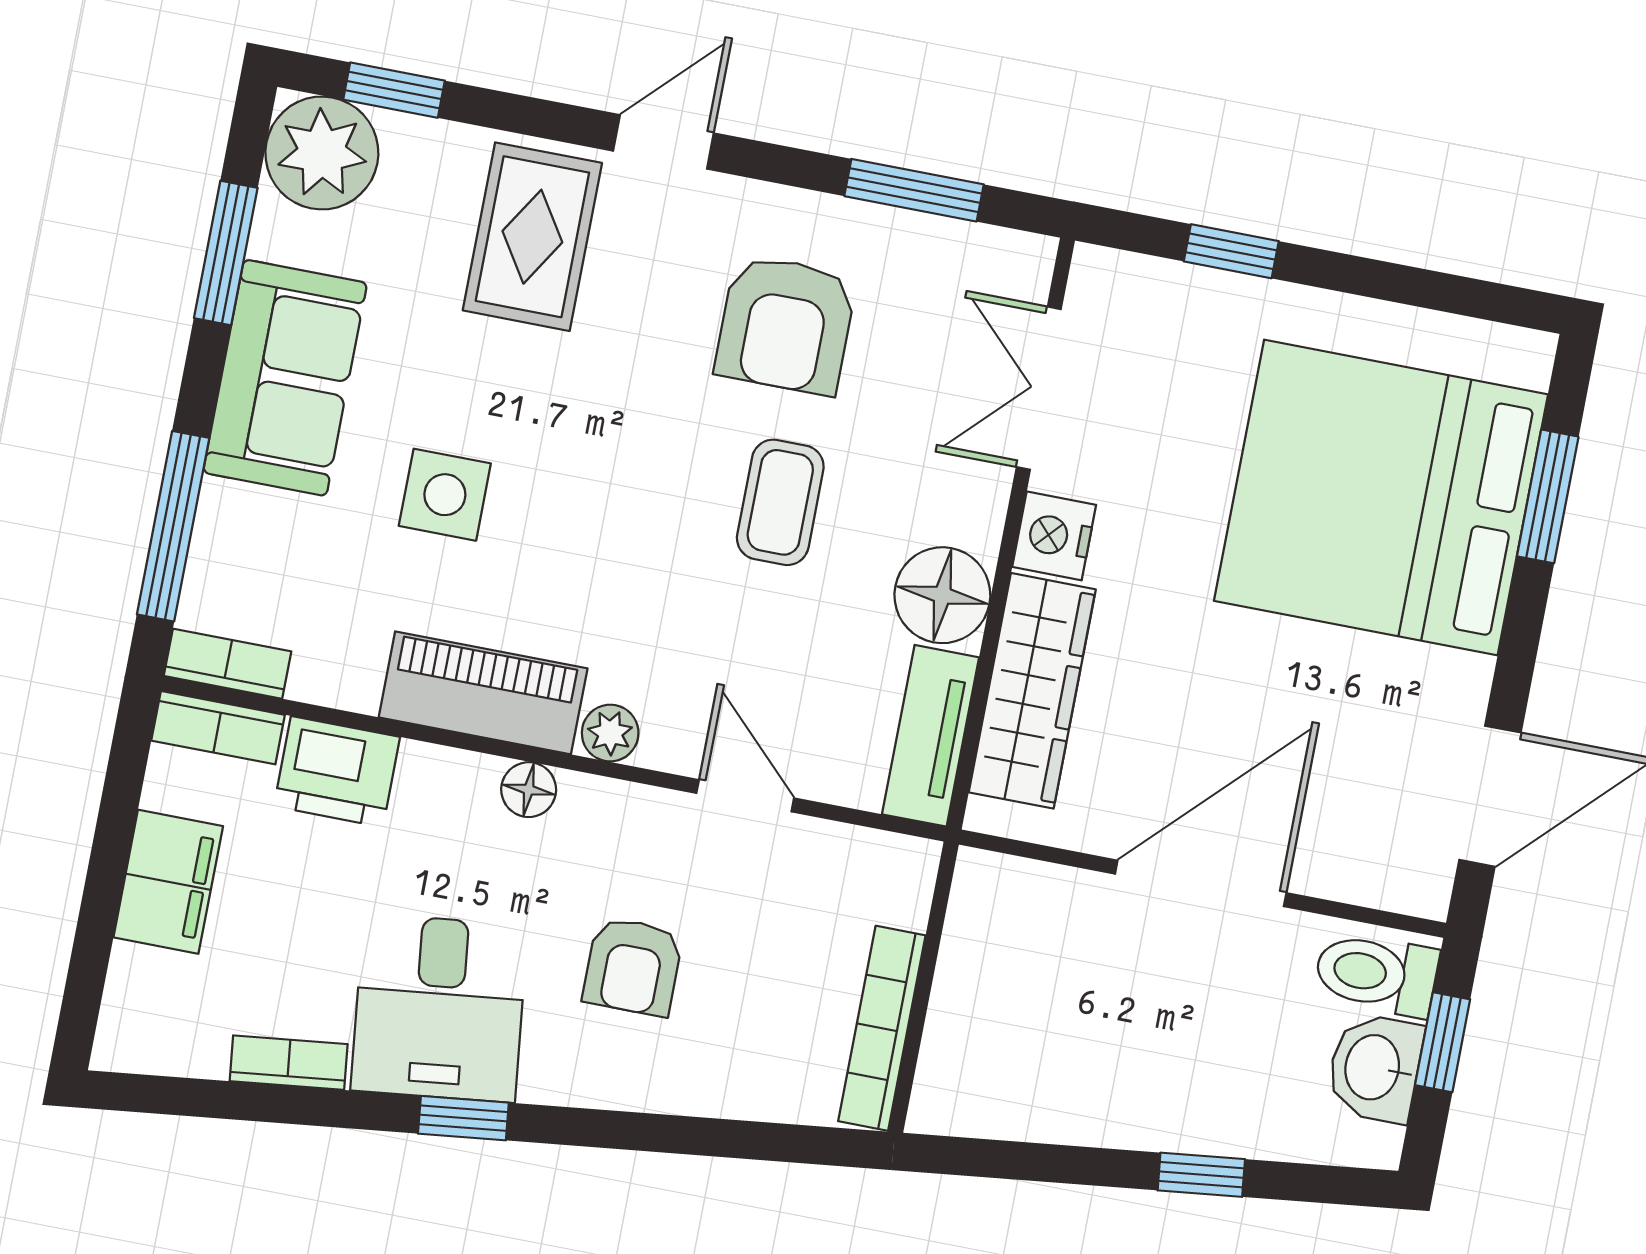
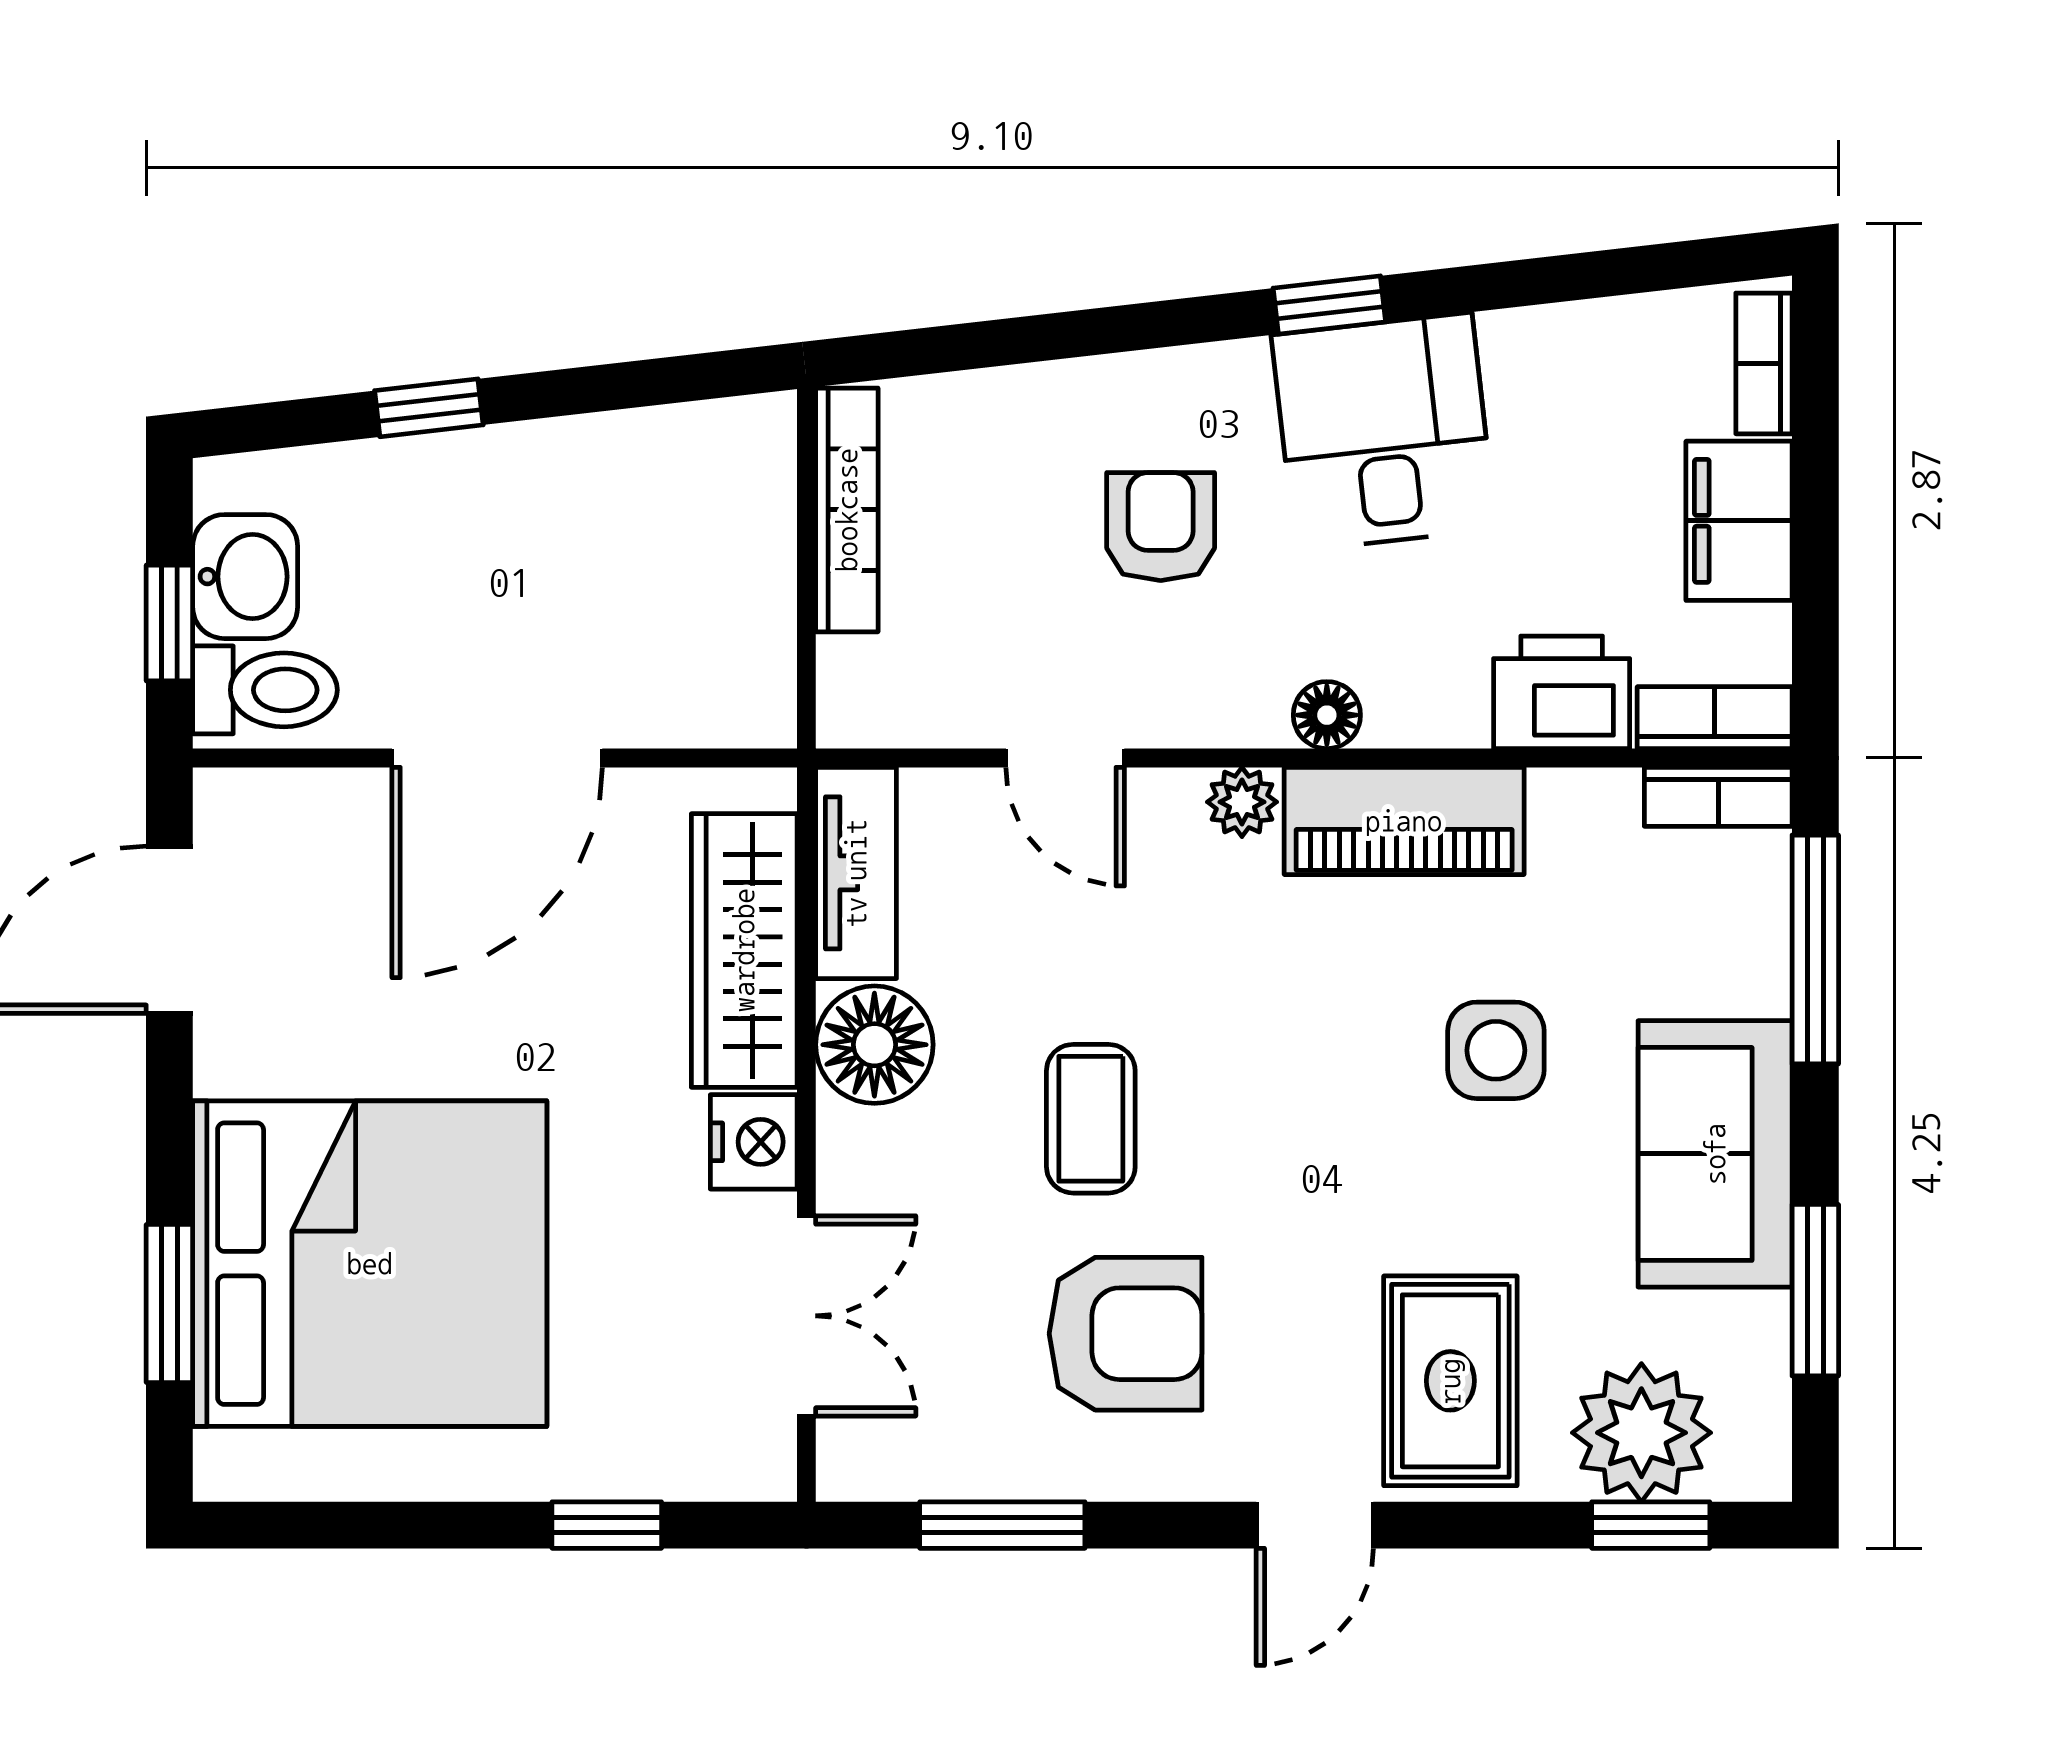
plant: (322, 153) -> (1641, 1433), moved
armchair: (786, 325) -> (1126, 1334), turned 90
bookcase: (289, 1063) -> (1764, 363), moved, turned 97

